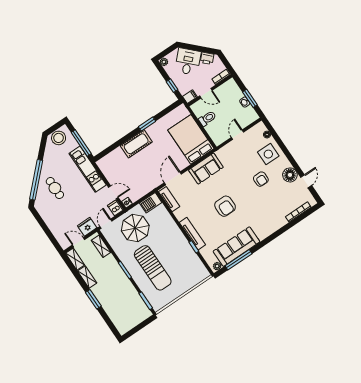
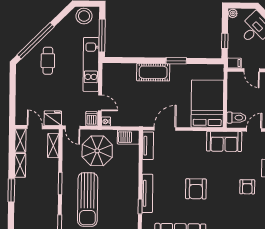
toilet: (207, 118) -> (236, 118), moved
sofa: (206, 169) -> (224, 141), moved
door: (106, 224) -> (73, 128), swing flipped

